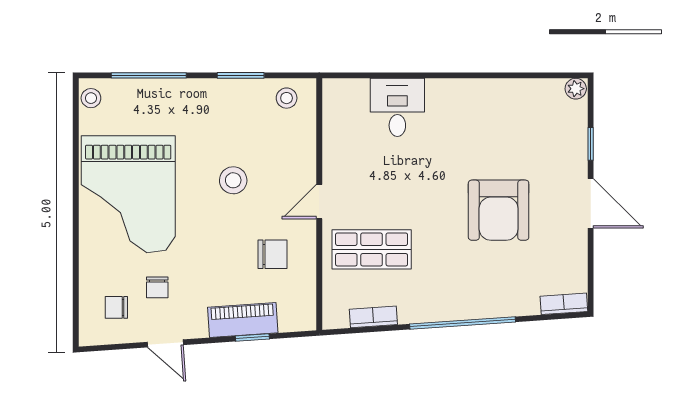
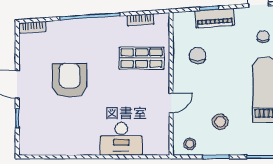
plant: (576, 89) -> (26, 149), removed
desk: (397, 107) -> (121, 139), width x1.37
stool: (233, 180) -> (220, 122), moved
door: (319, 202) -> (171, 103), moved
chair: (273, 254) -> (198, 55), turned 90

